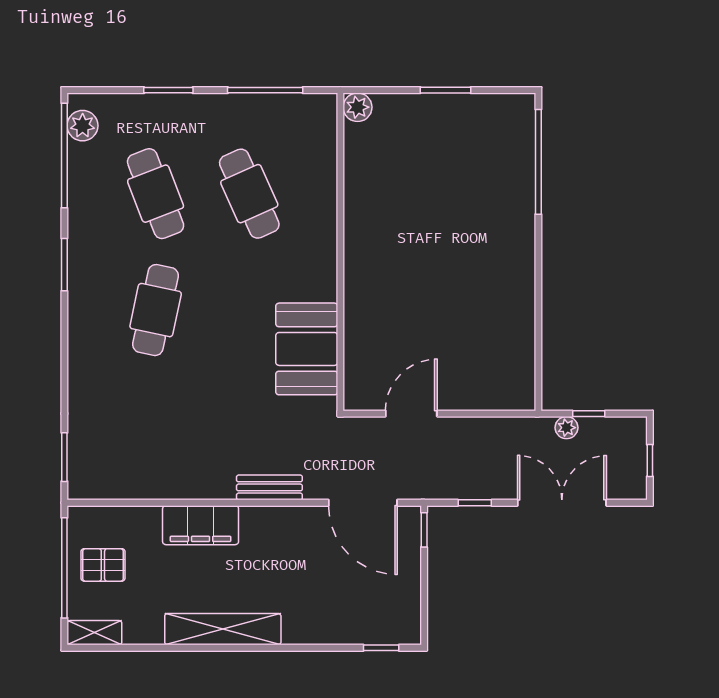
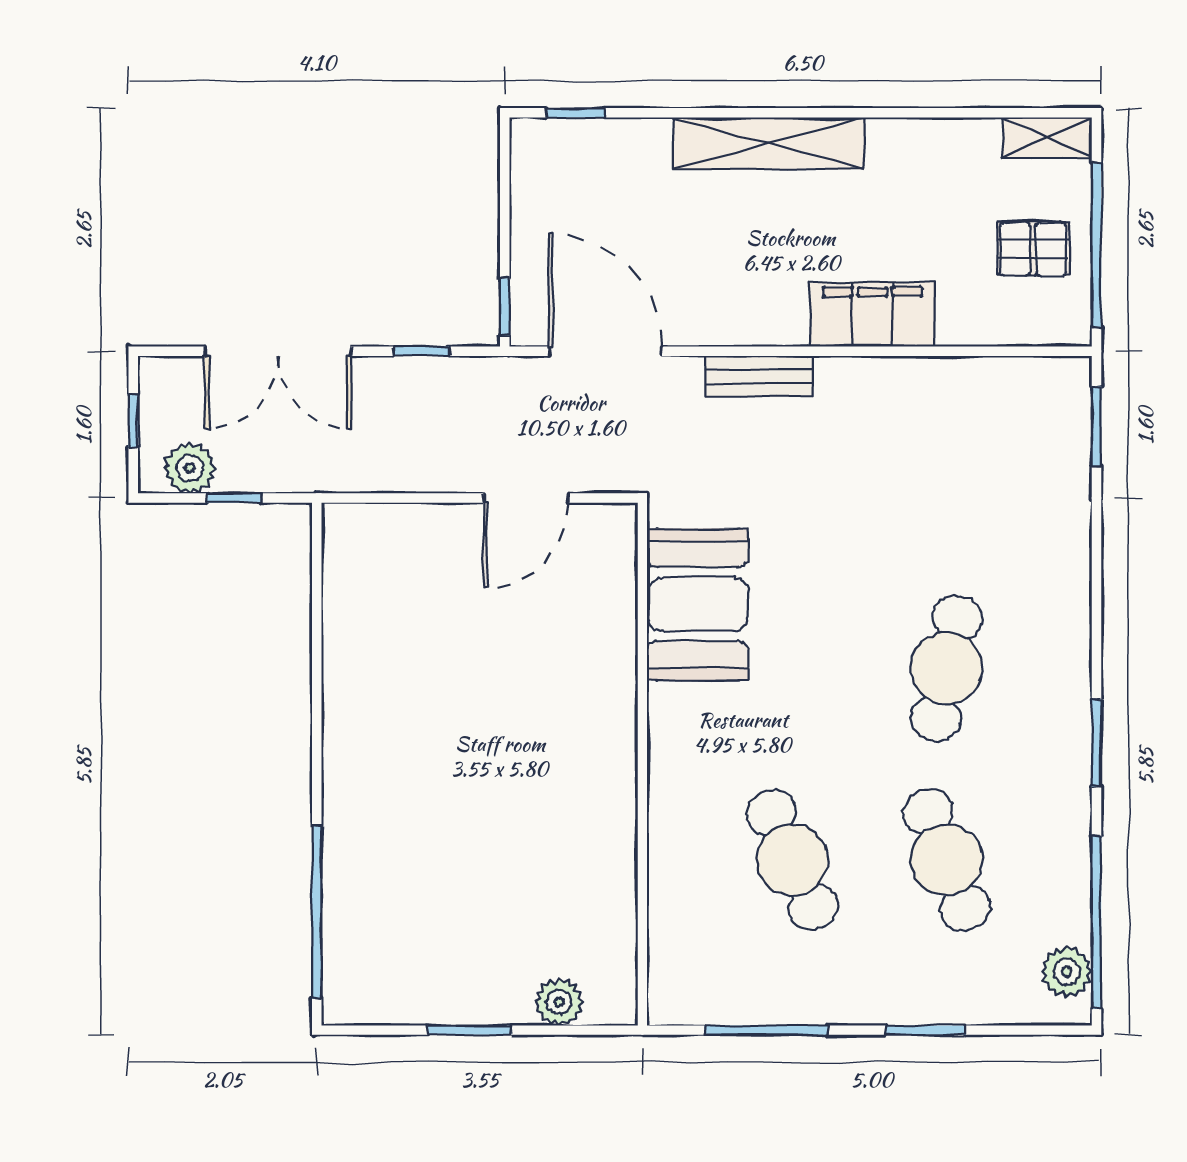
plant: (358, 107) -> (559, 1002), moved
plant: (566, 428) -> (190, 468), moved, width x1.38, depth x1.38
shelving: (223, 629) -> (769, 143), moved

